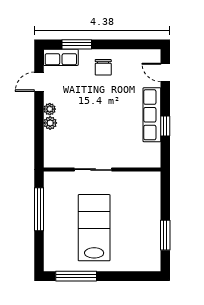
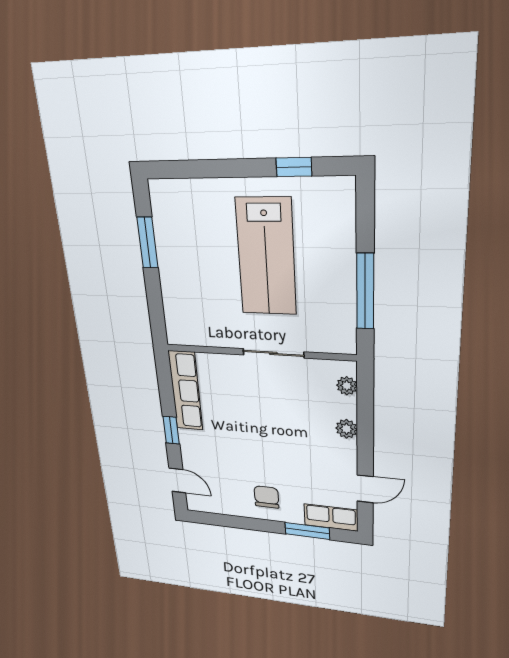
plant: (50, 109) -> (347, 386), moved
row of seats: (152, 115) -> (186, 391), moved
window: (165, 126) -> (171, 430), moved
window: (76, 276) -> (294, 167), width x0.46

